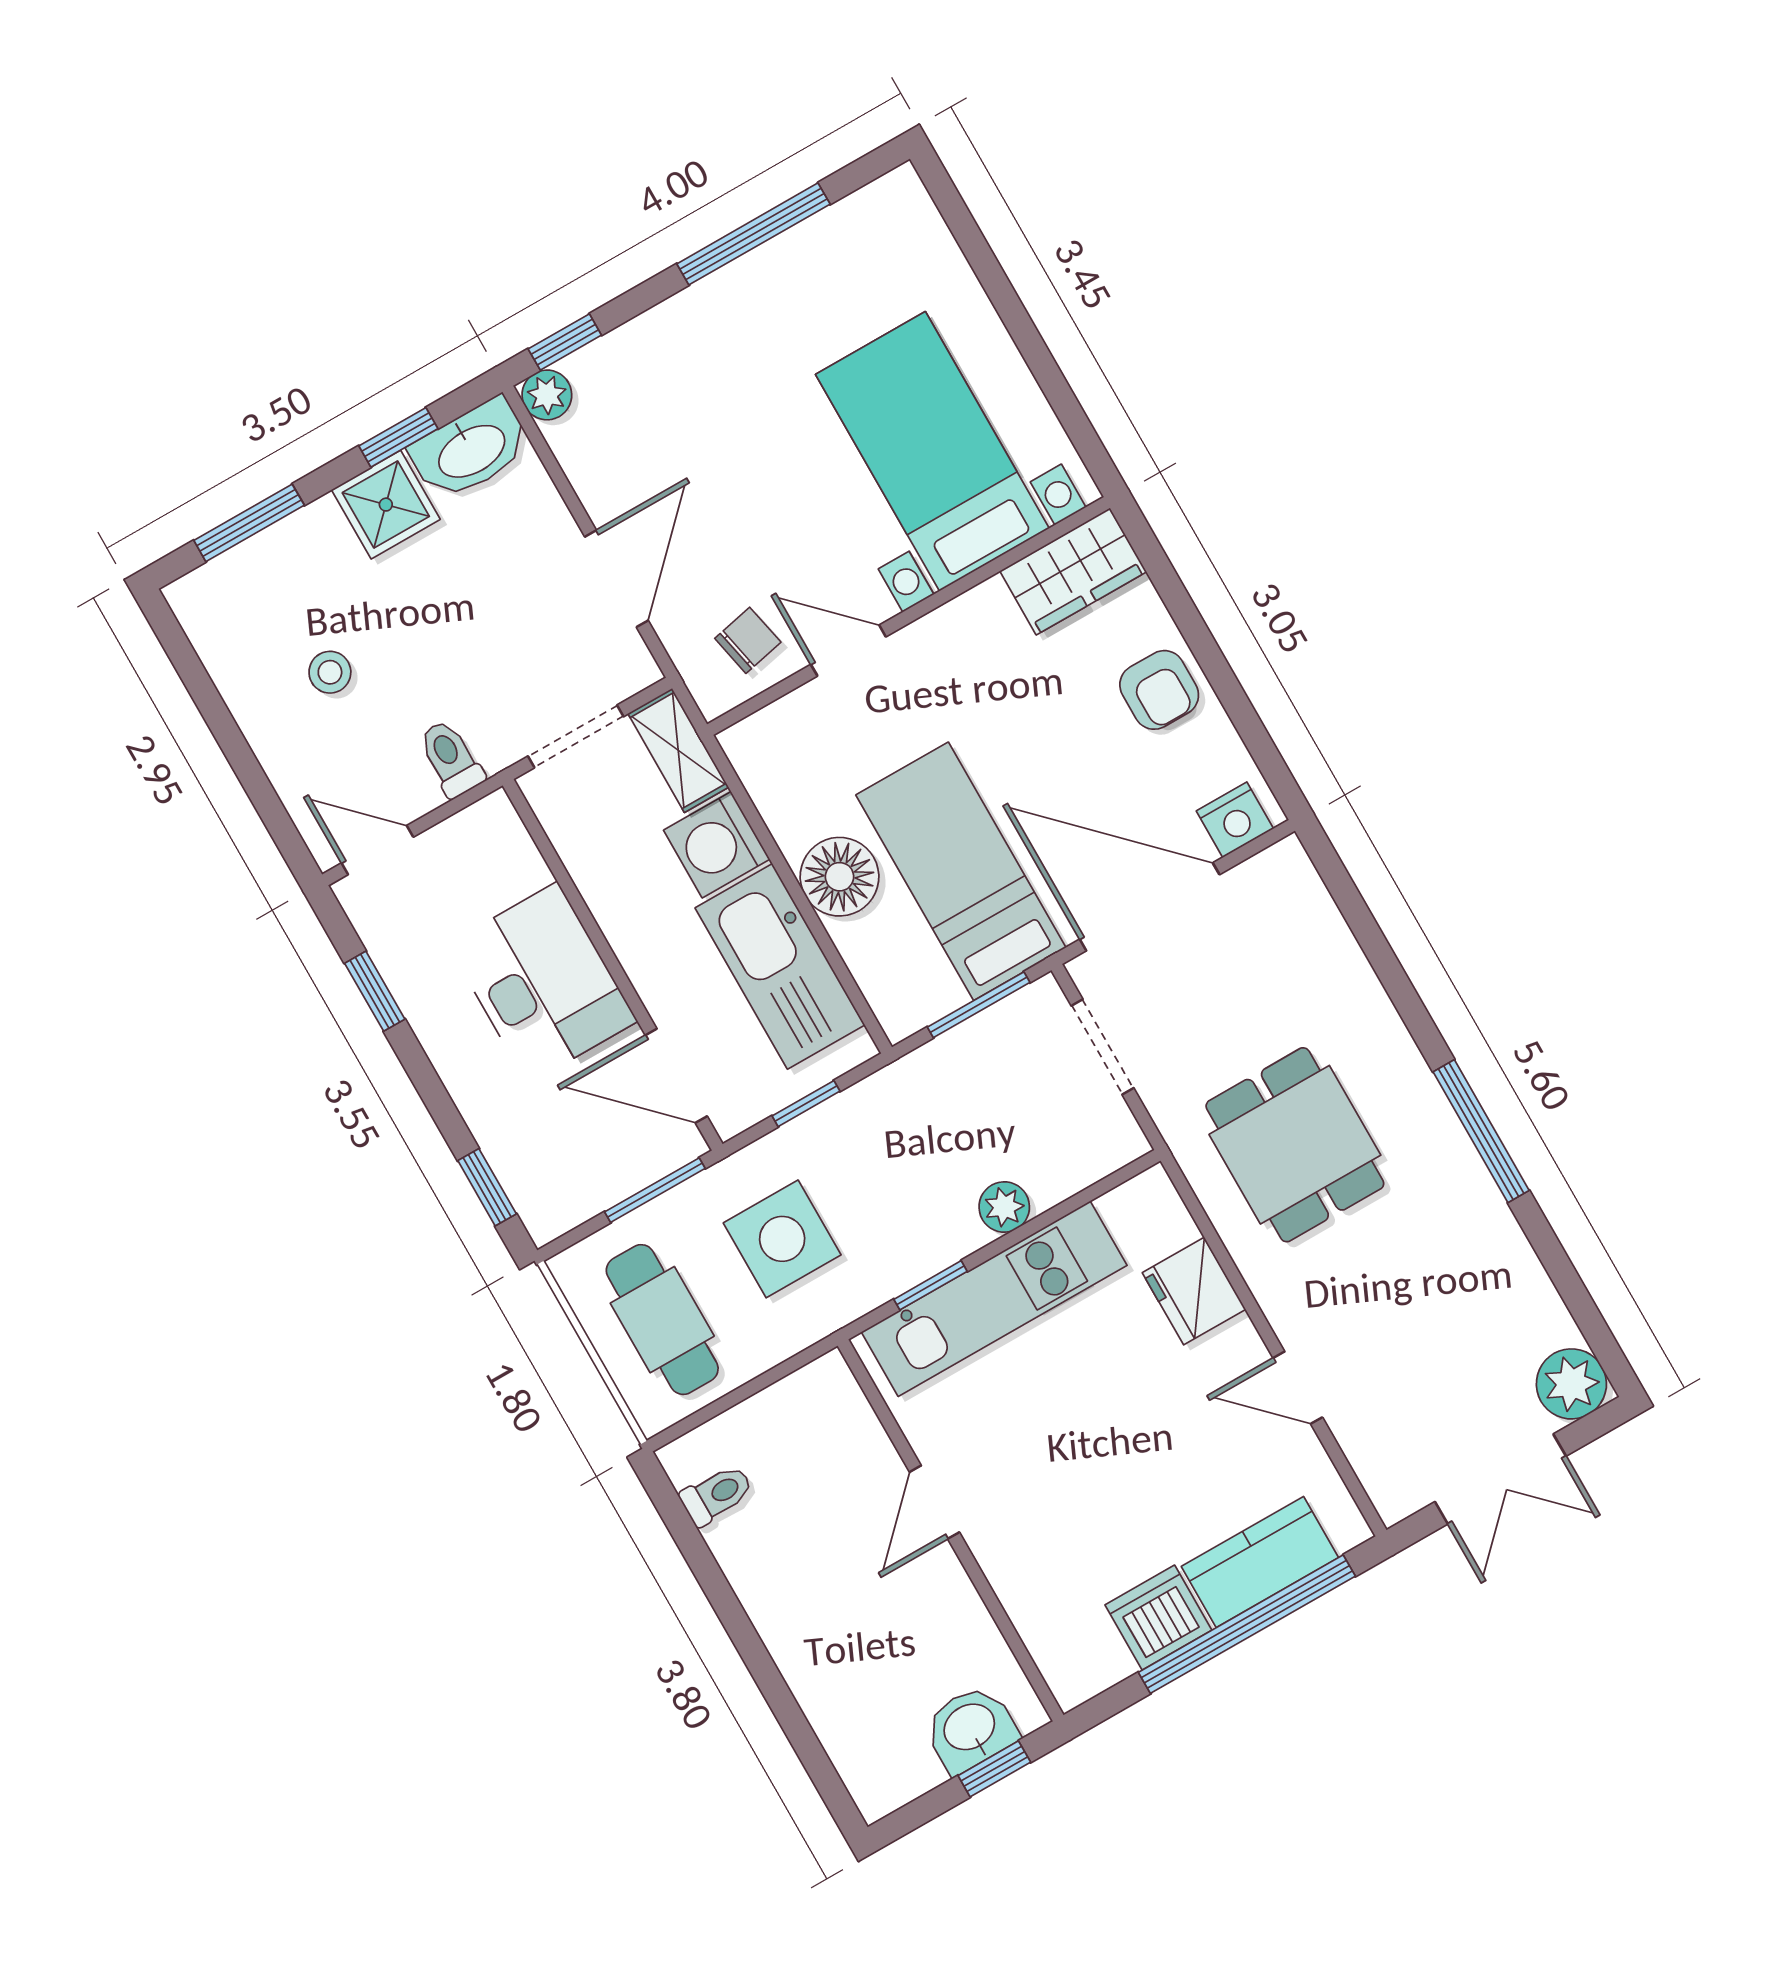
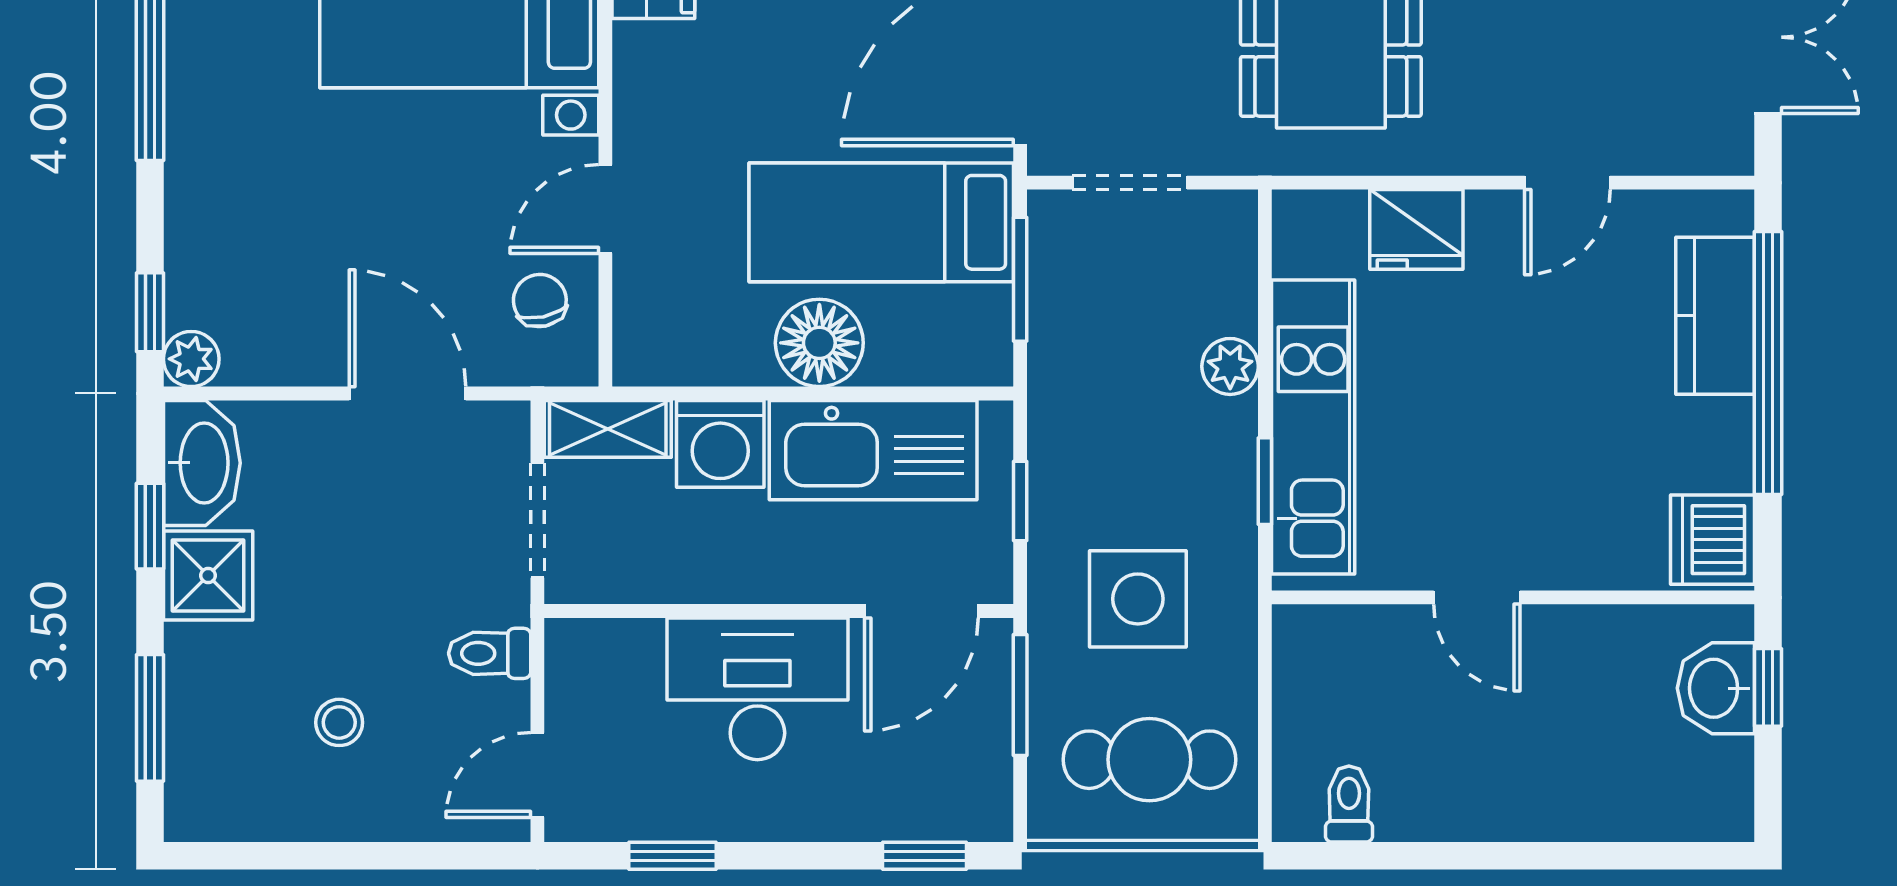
dishwasher: (1158, 1617) -> (1713, 540), moved

